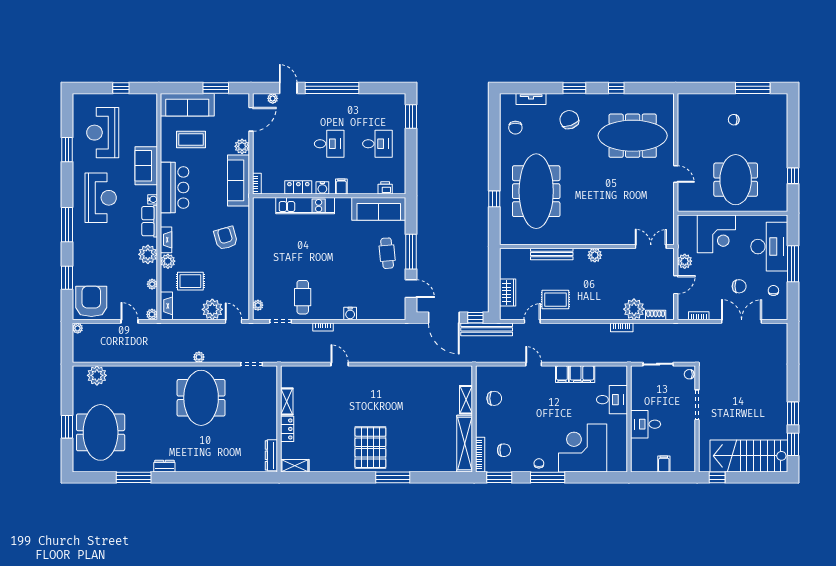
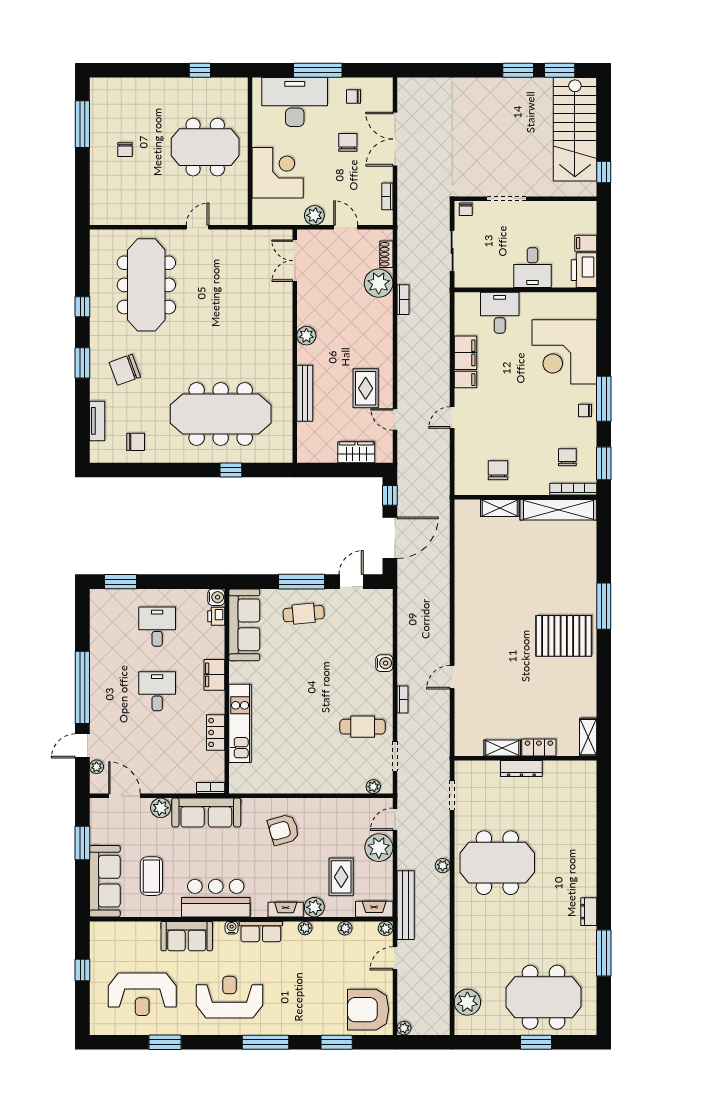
filing cabinet: (341, 187) -> (214, 675), width x2.00
water cooler: (322, 188) -> (216, 597), moved
plant: (148, 254) -> (305, 928), width x0.53, depth x0.53
bench: (487, 329) -> (406, 905), moved
dresser: (271, 455) -> (521, 769), moved
printer: (644, 463) -> (584, 270), added

